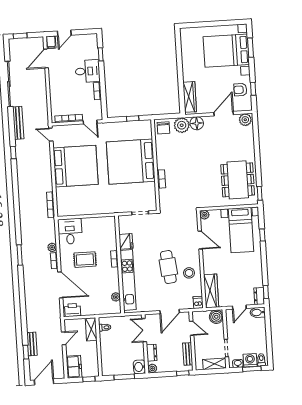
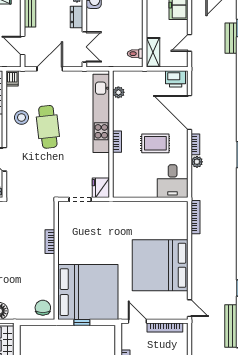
plant: (182, 125) -> (19, 310), removed
bed: (131, 162) -> (88, 292), moved
fridge: (126, 241) -> (101, 188), moved

